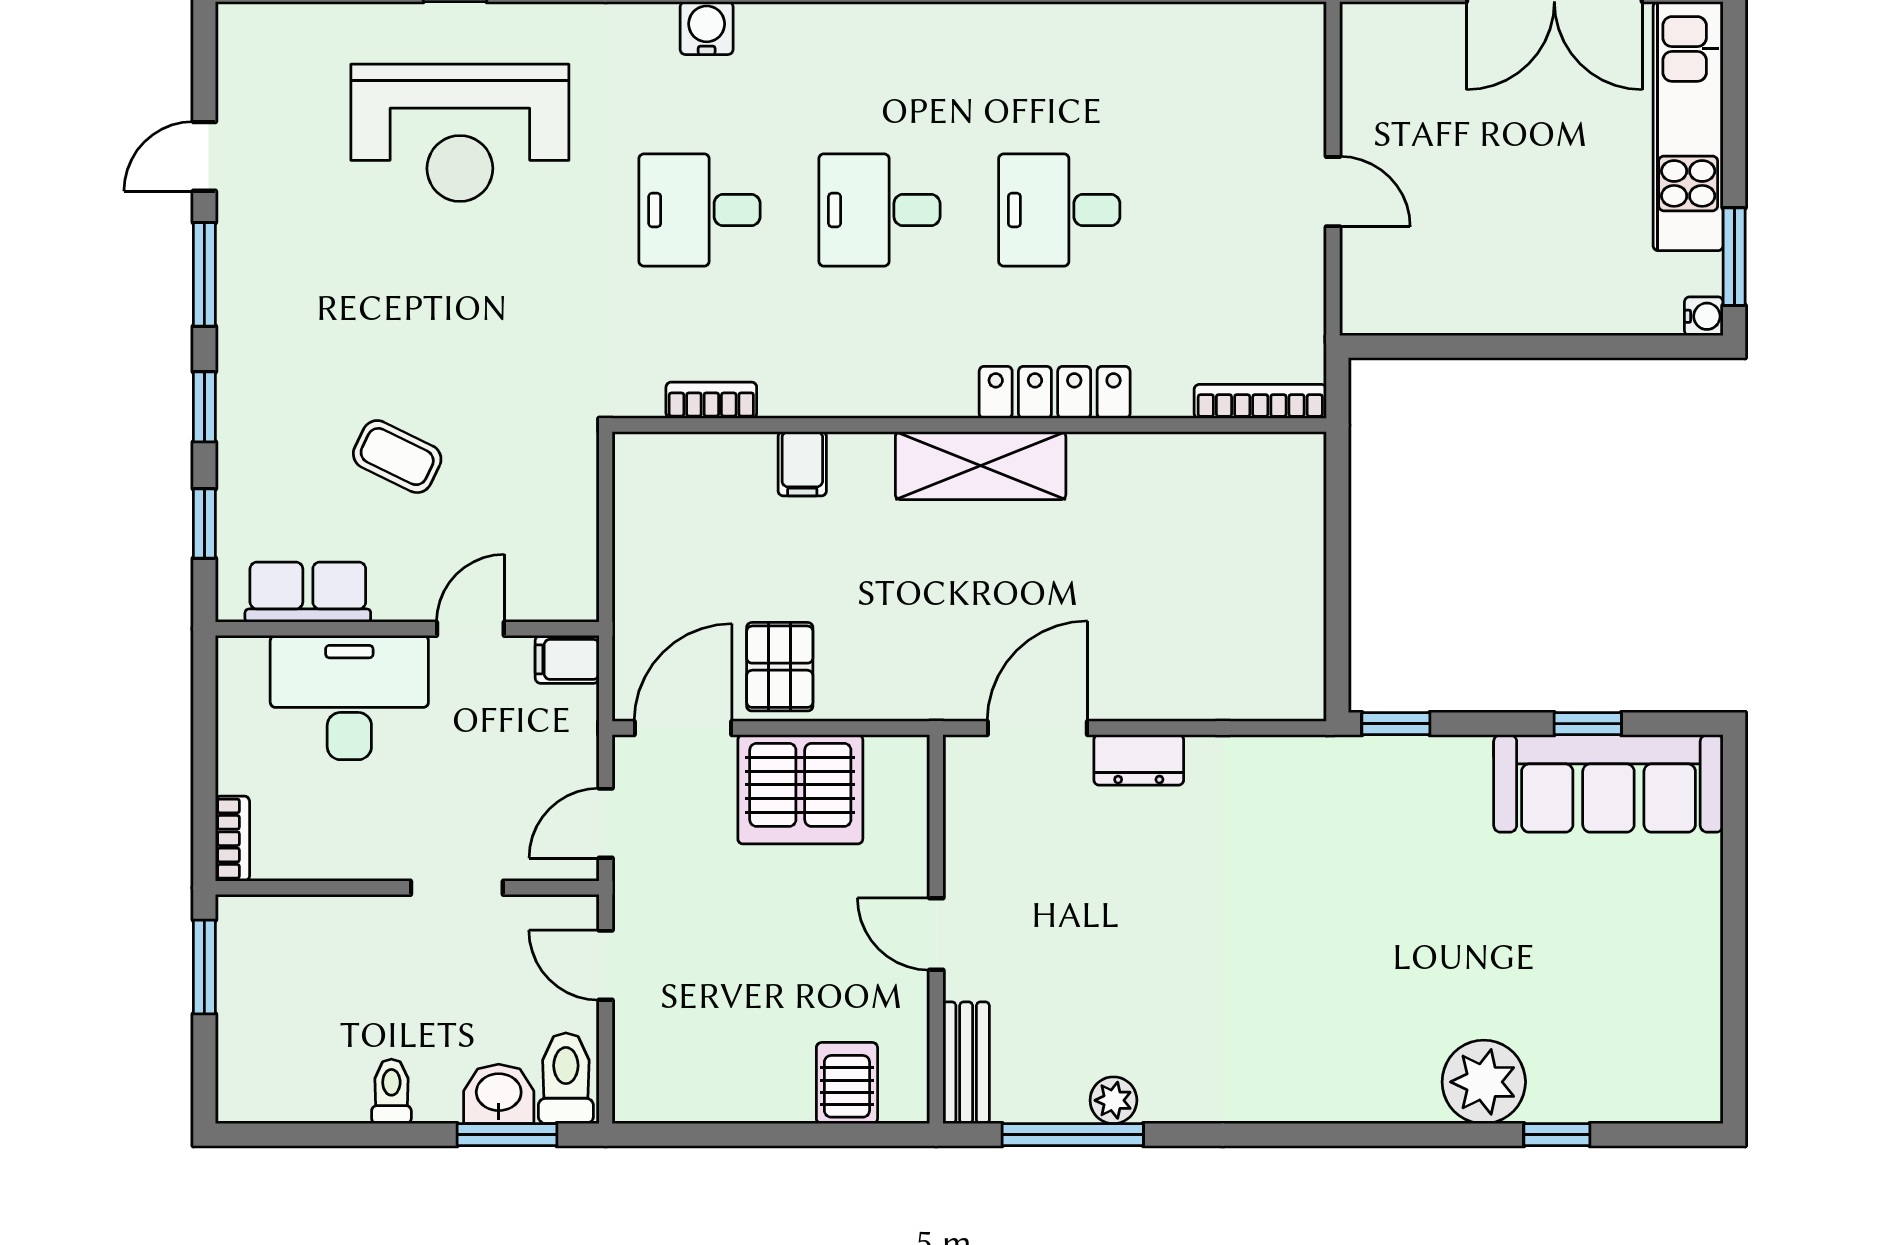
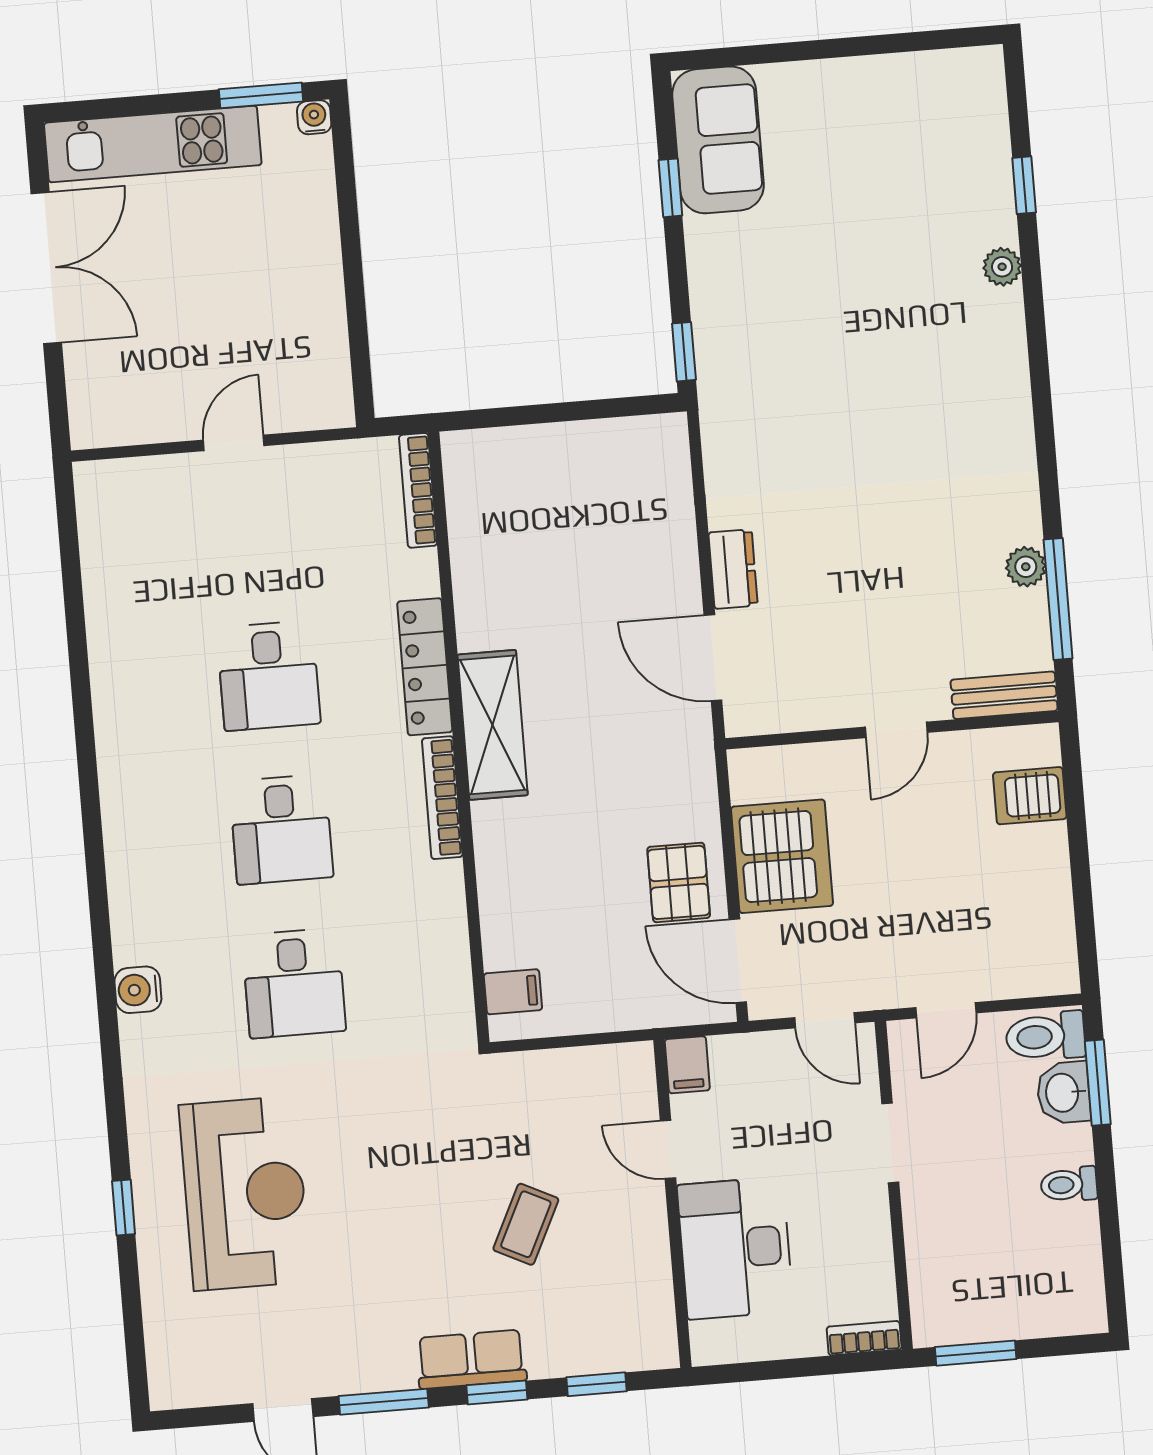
bookcase: (711, 400) -> (442, 798), moved, width x1.56
filing cabinet: (802, 464) -> (513, 992), moved
row of seats: (308, 592) -> (471, 1359), moved, turned 90
pallet: (780, 667) -> (679, 882), turned 90
sofa: (1608, 783) -> (718, 140), width x0.73
plant: (1484, 1082) -> (1002, 267), width x0.53, depth x0.53

